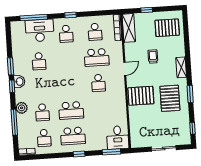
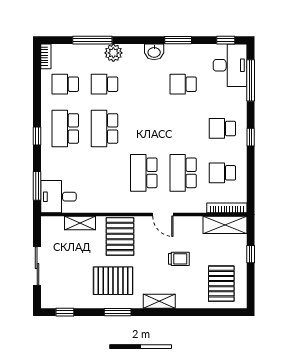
desk: (40, 31) -> (230, 65), moved
school desk: (98, 83) -> (144, 173), width x1.85
window: (12, 86) -> (226, 40), moved
shelving: (134, 122) -> (80, 223), added

